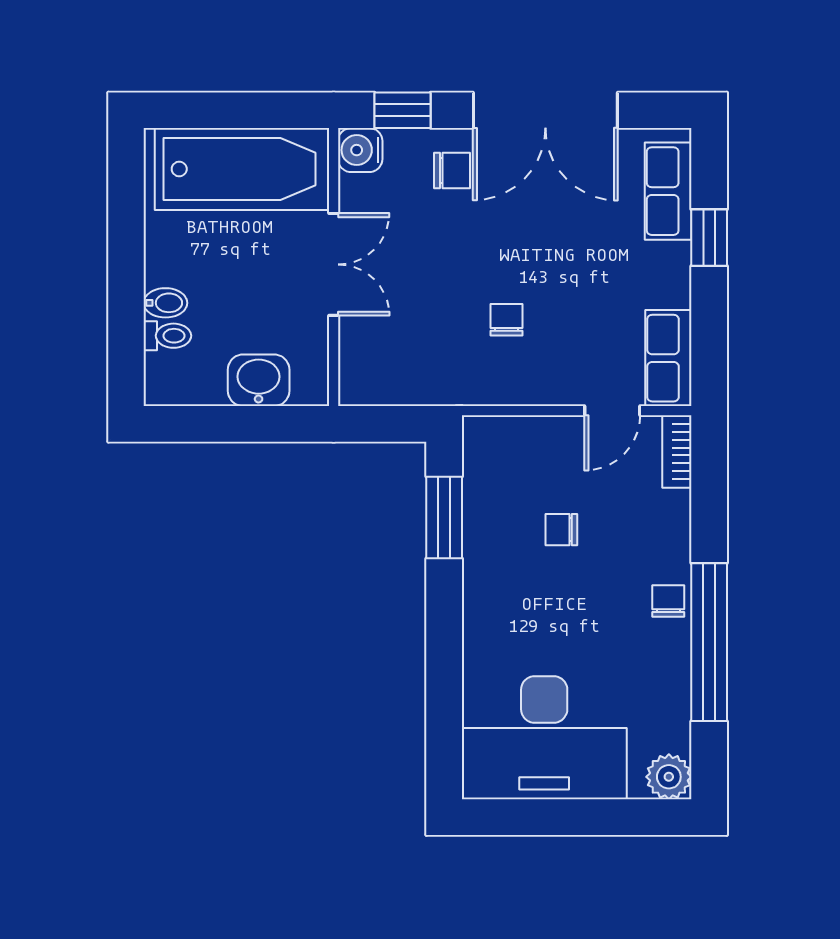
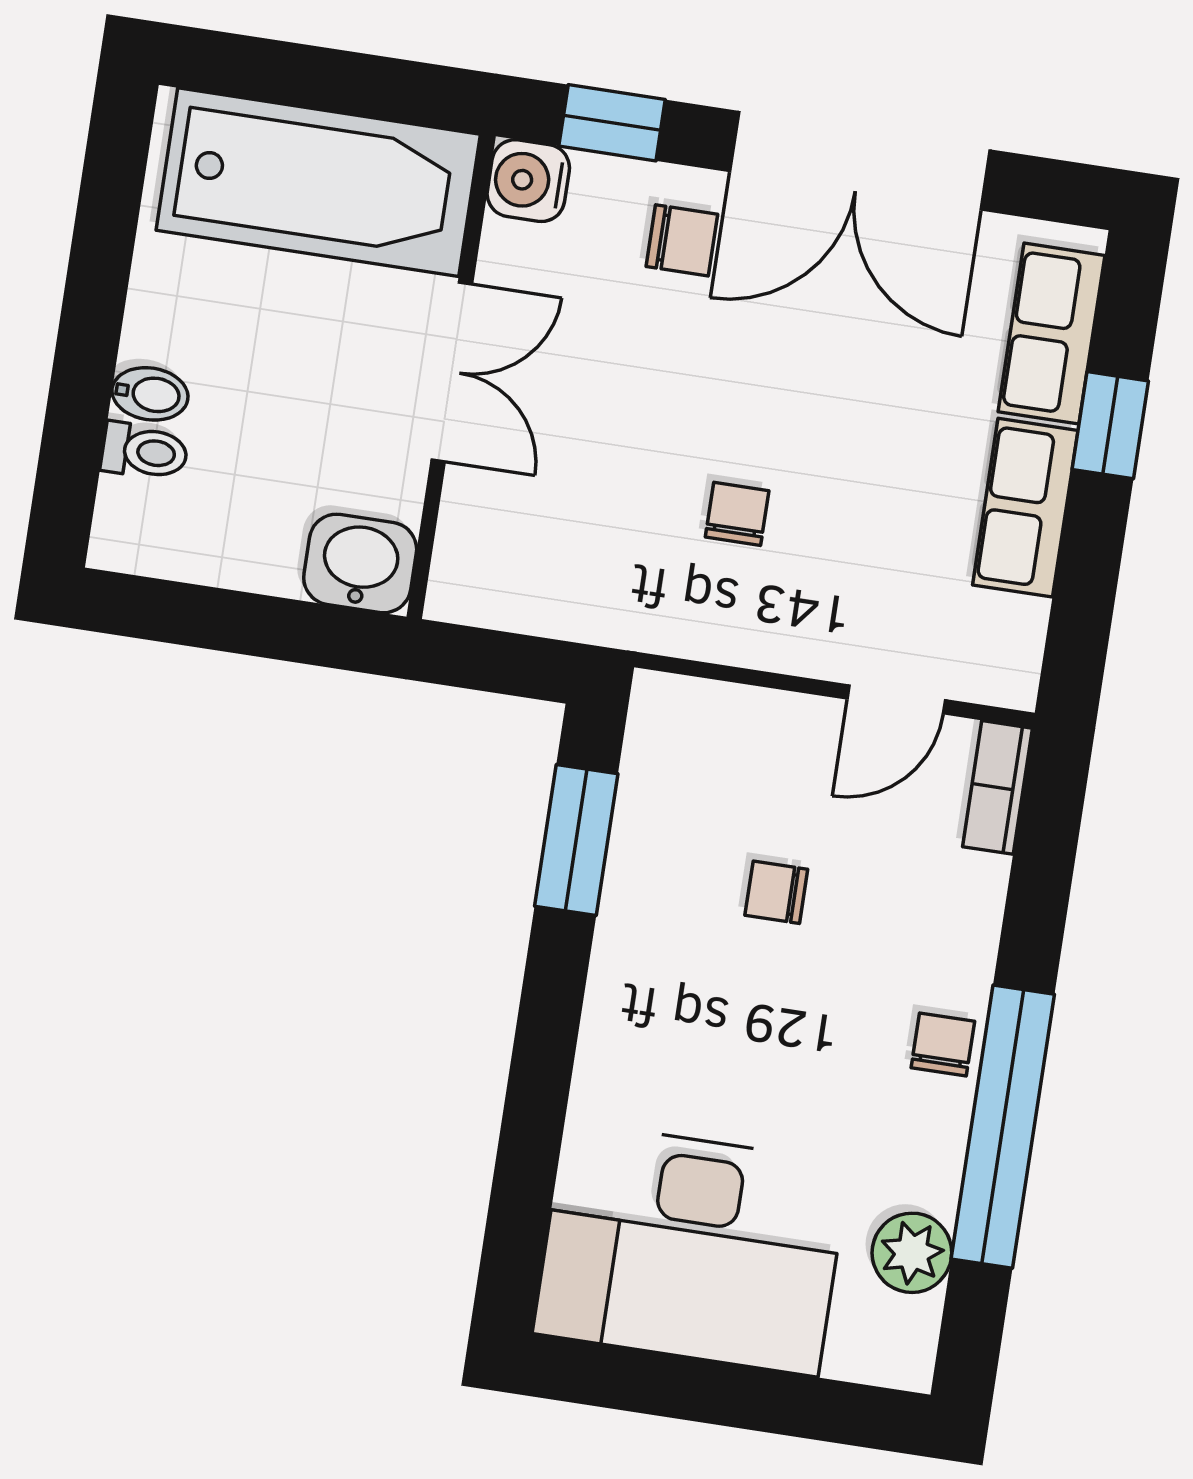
row of seats: (668, 358) -> (1025, 508), moved
washbasin: (259, 380) -> (360, 563), moved
plant: (669, 777) -> (912, 1253), moved

